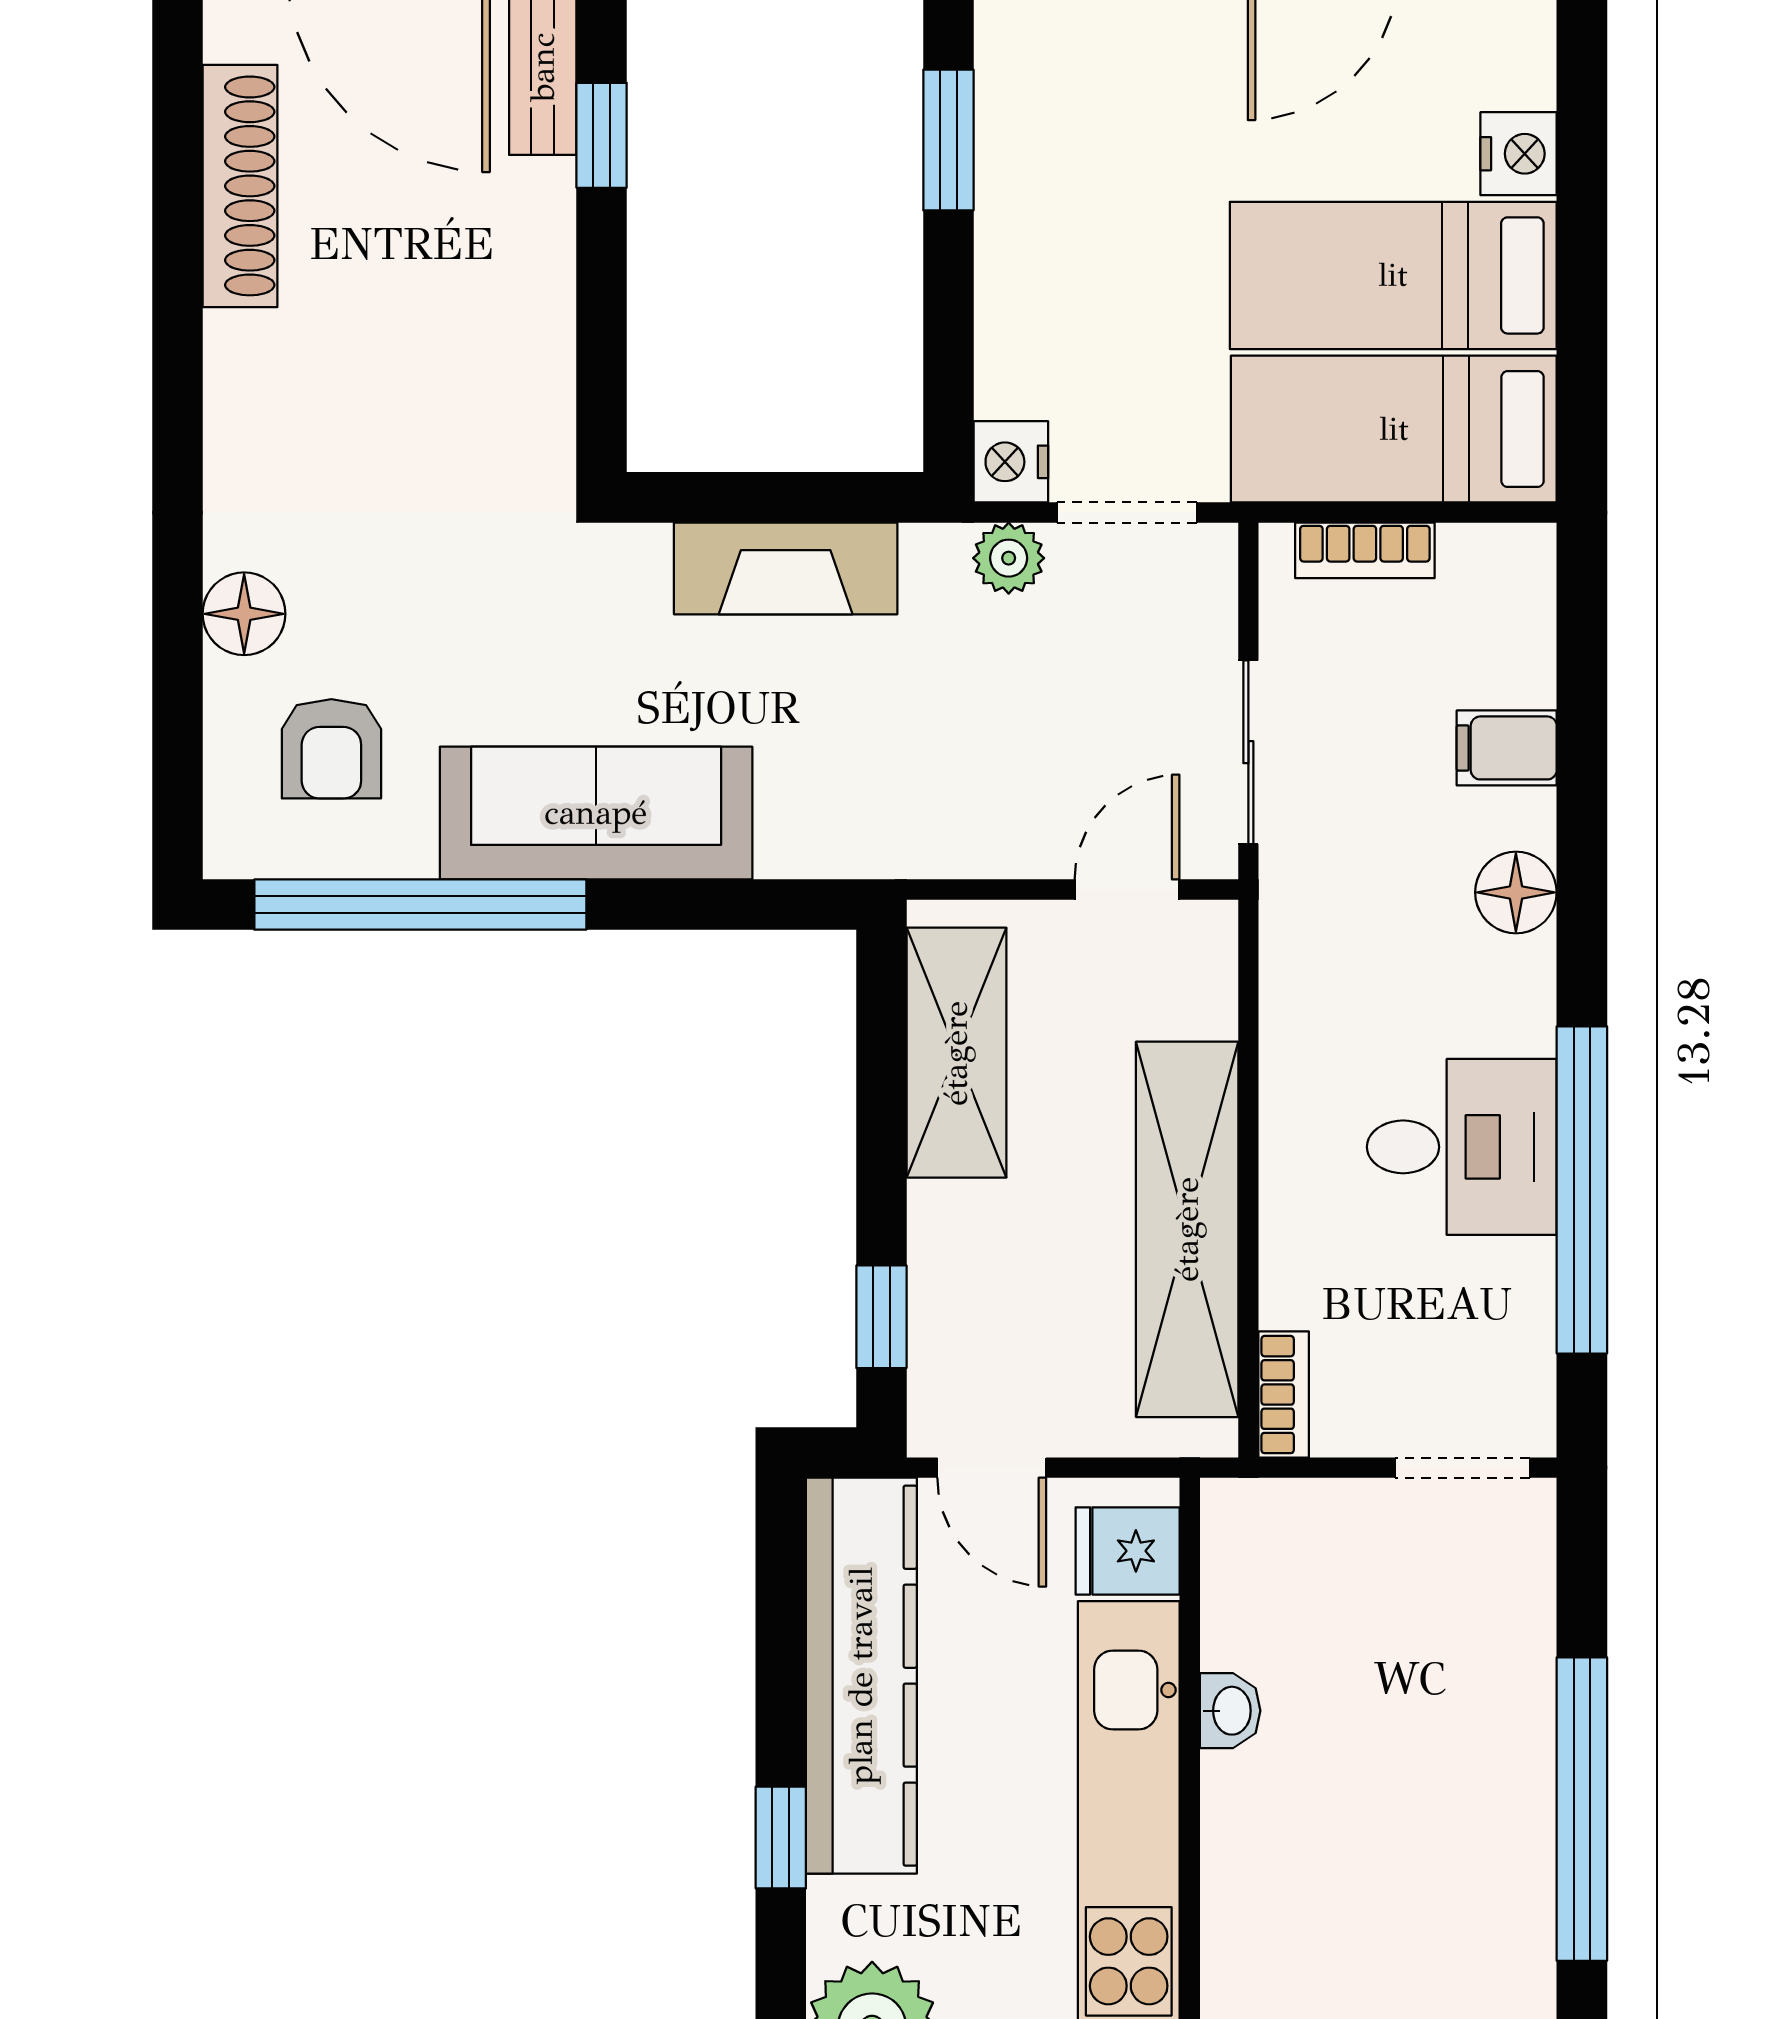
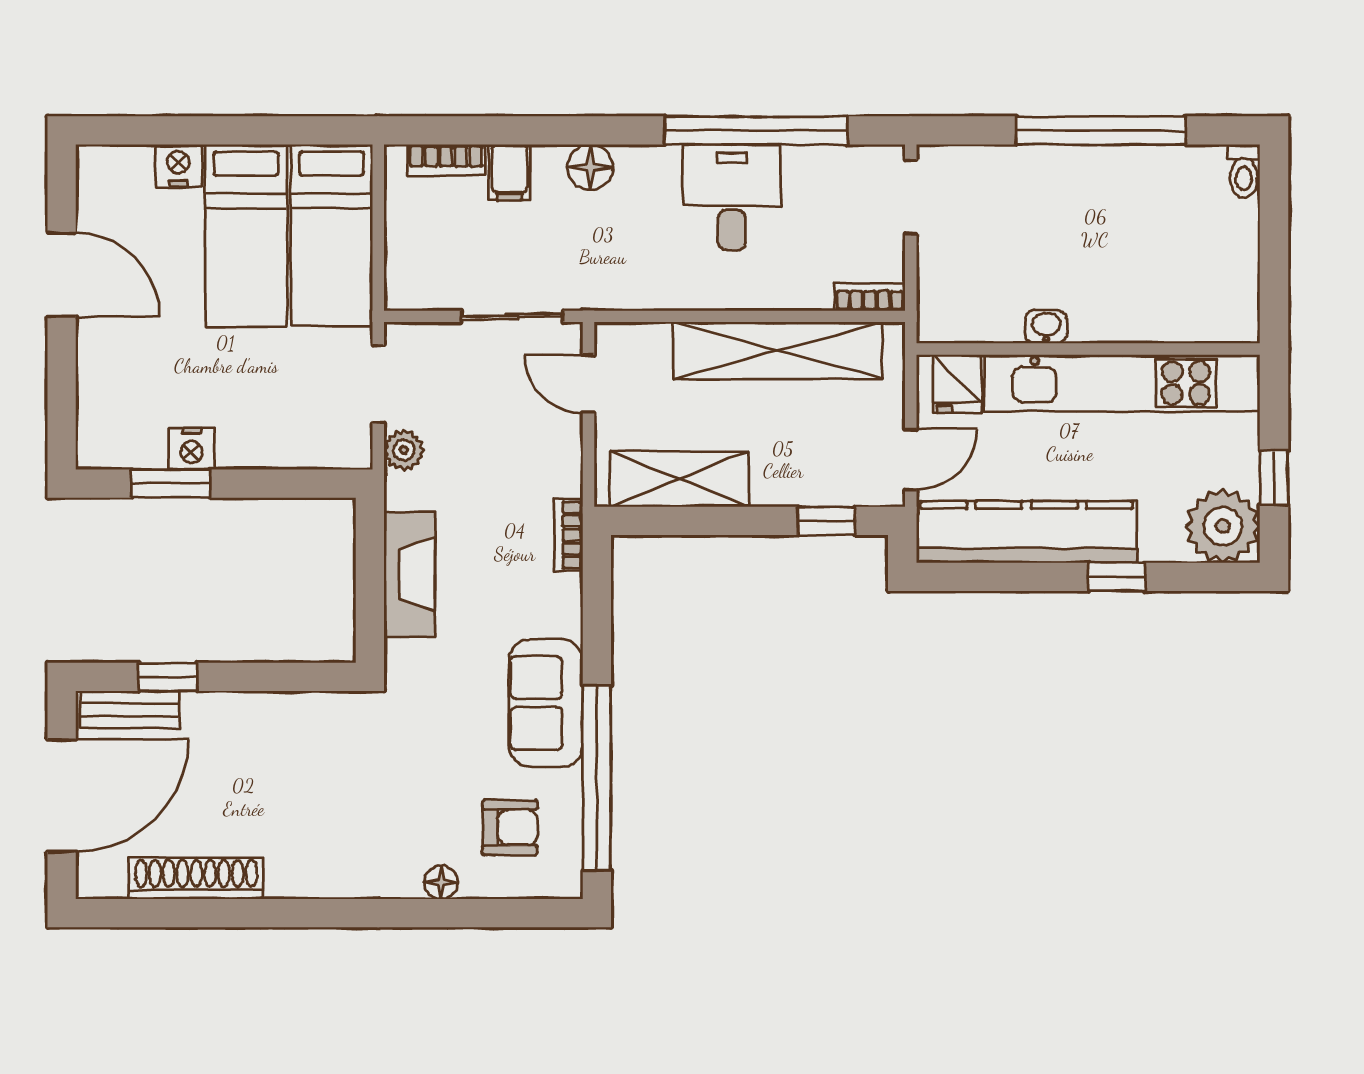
nightstand: (1011, 462) -> (192, 449), moved
bookcase: (1365, 550) -> (446, 160), moved, turned 90
floor lamp: (244, 614) -> (441, 882), width x0.73, depth x0.73
sofa: (596, 813) -> (546, 703), width x0.73
bookcase: (856, 854) -> (568, 535), added

